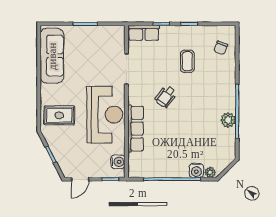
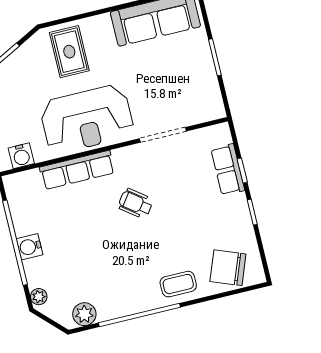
row of seats: (144, 33) -> (228, 170), moved
chair: (221, 48) -> (228, 268), width x1.87, depth x1.87
coffee table: (187, 61) -> (178, 284), moved
plant: (228, 120) -> (84, 314), moved
water cooler: (196, 171) -> (30, 247), moved

